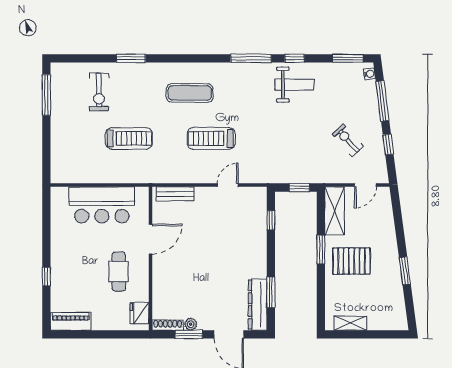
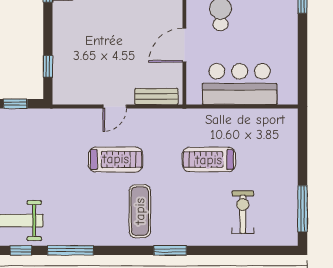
window: (131, 58) -> (170, 250), moved
exercise mat: (190, 93) -> (140, 211), turned 90
door: (228, 185) -> (115, 107), moved

